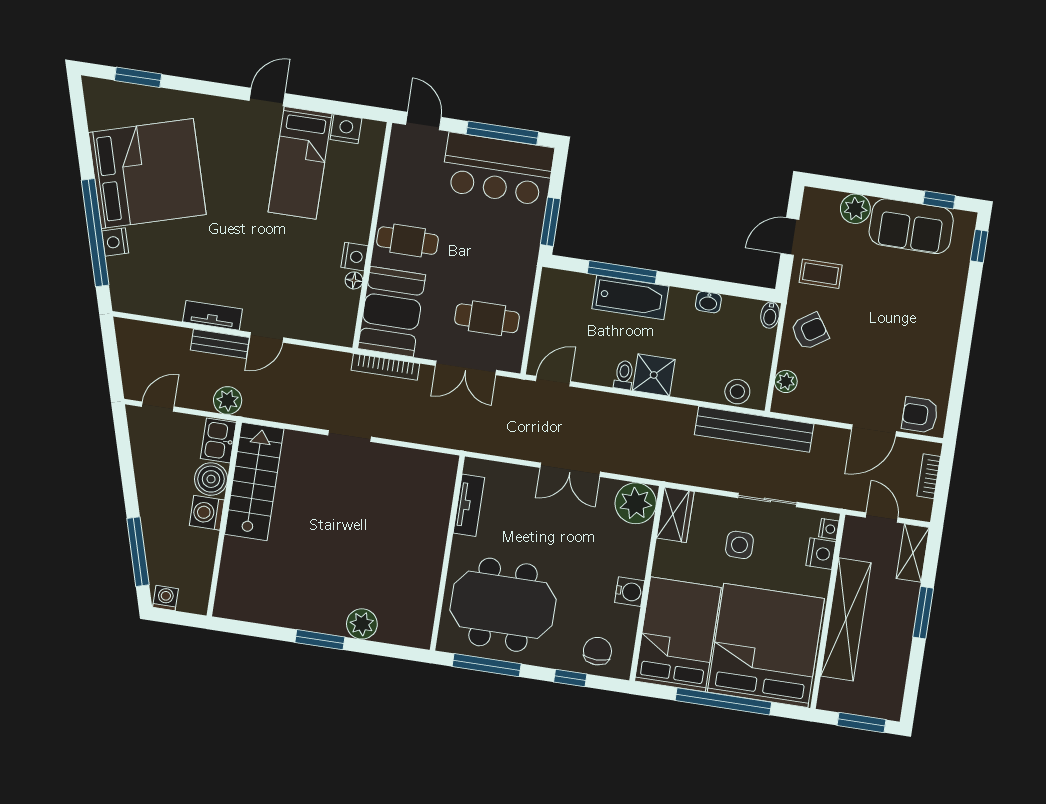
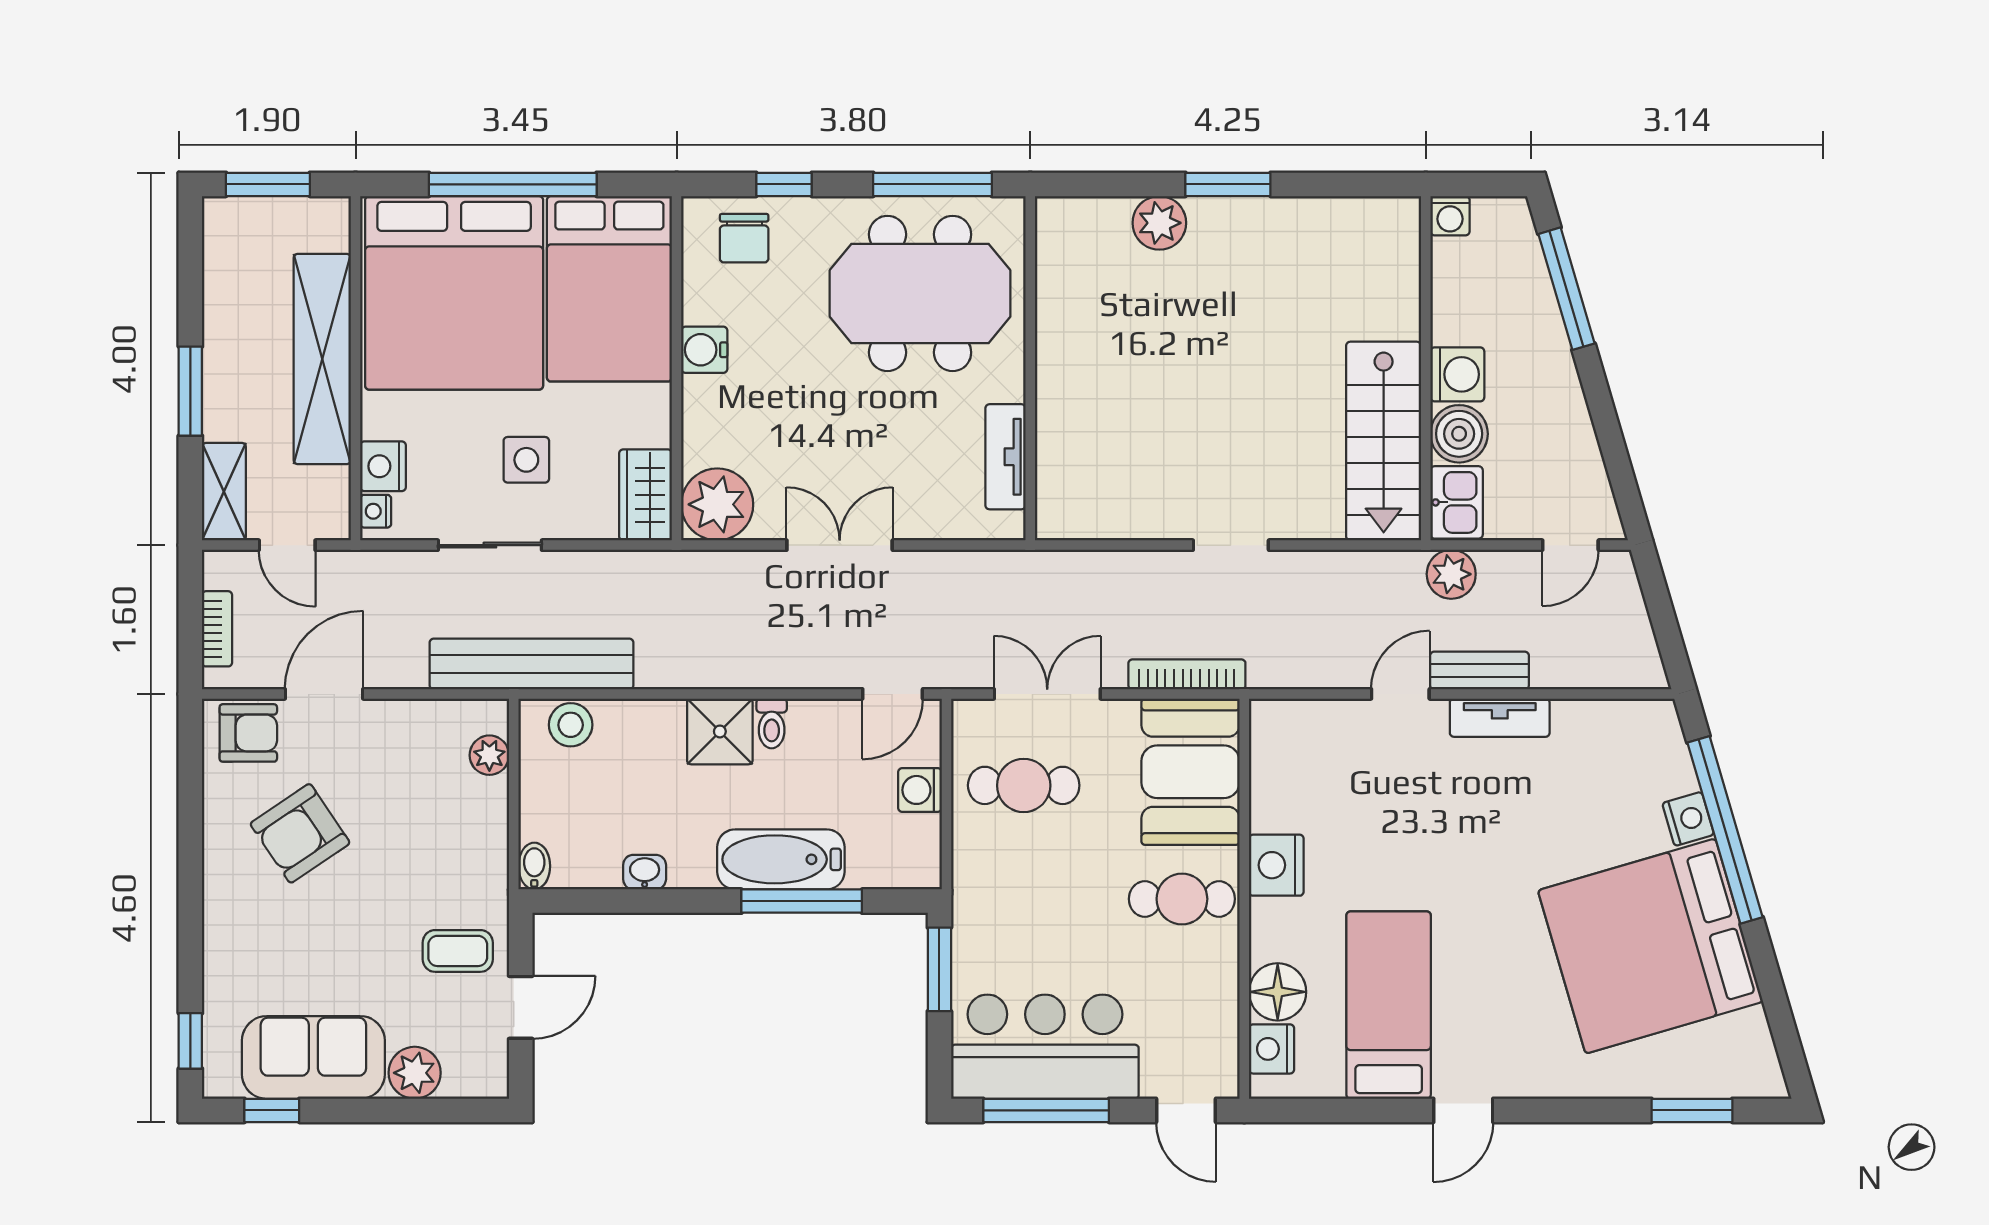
nightstand: (346, 129) -> (1272, 1049), moved, turned 90
nightstand: (354, 257) -> (1276, 865), width x1.36, depth x1.33
floor lamp: (354, 280) -> (1278, 992), moved, width x1.89, depth x1.89
washing machine: (546, 325) -> (920, 790), added
armchair: (810, 331) -> (300, 833), moved, width x1.38, depth x1.38
washing machine: (165, 598) -> (1450, 216), moved

